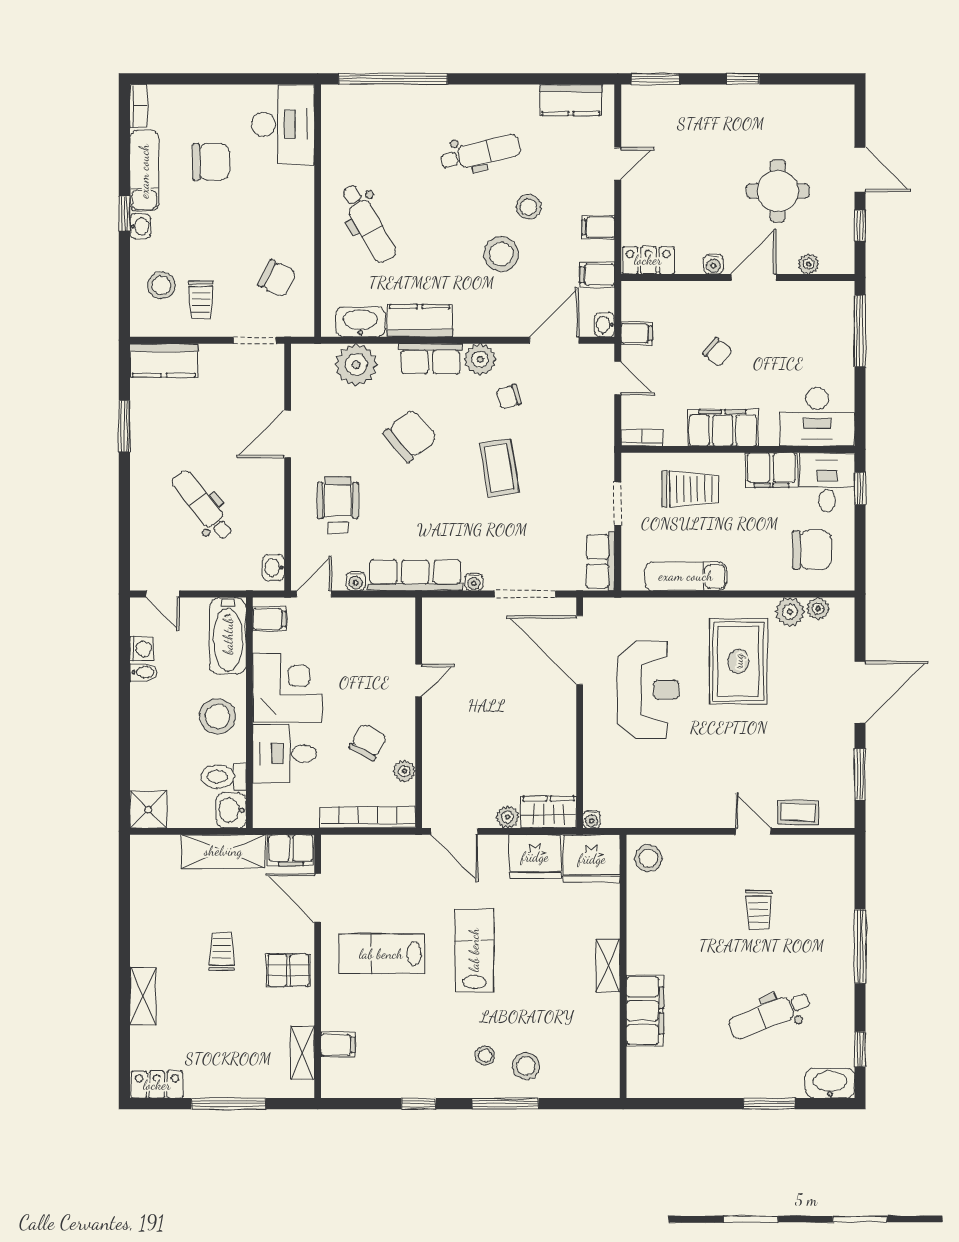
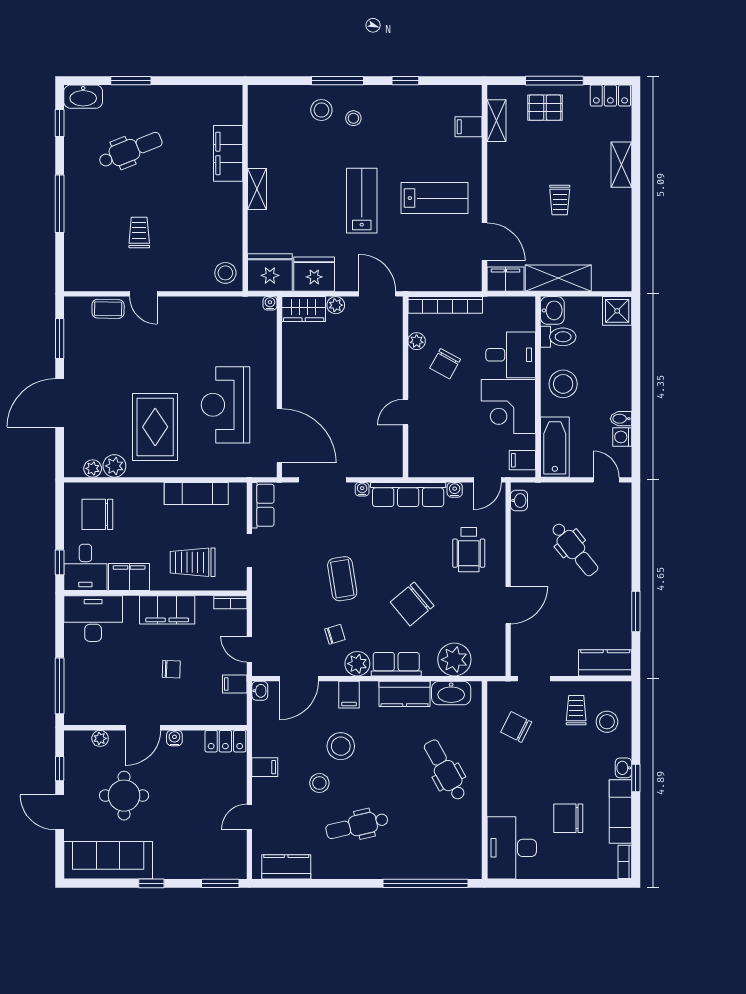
sofa: (798, 108) -> (108, 860), added
filing cabinet: (597, 275) -> (349, 695), moved, turned 90
chair: (718, 352) -> (171, 669), turned 143
lab bench: (474, 950) -> (362, 201), turned 180
pallet: (288, 970) -> (545, 108), moved

